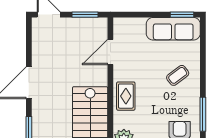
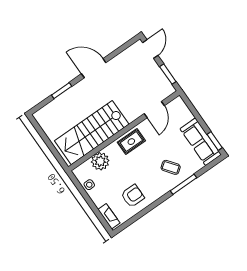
door: (110, 52) -> (154, 110), swing flipped
window: (203, 114) -> (184, 184), moved

